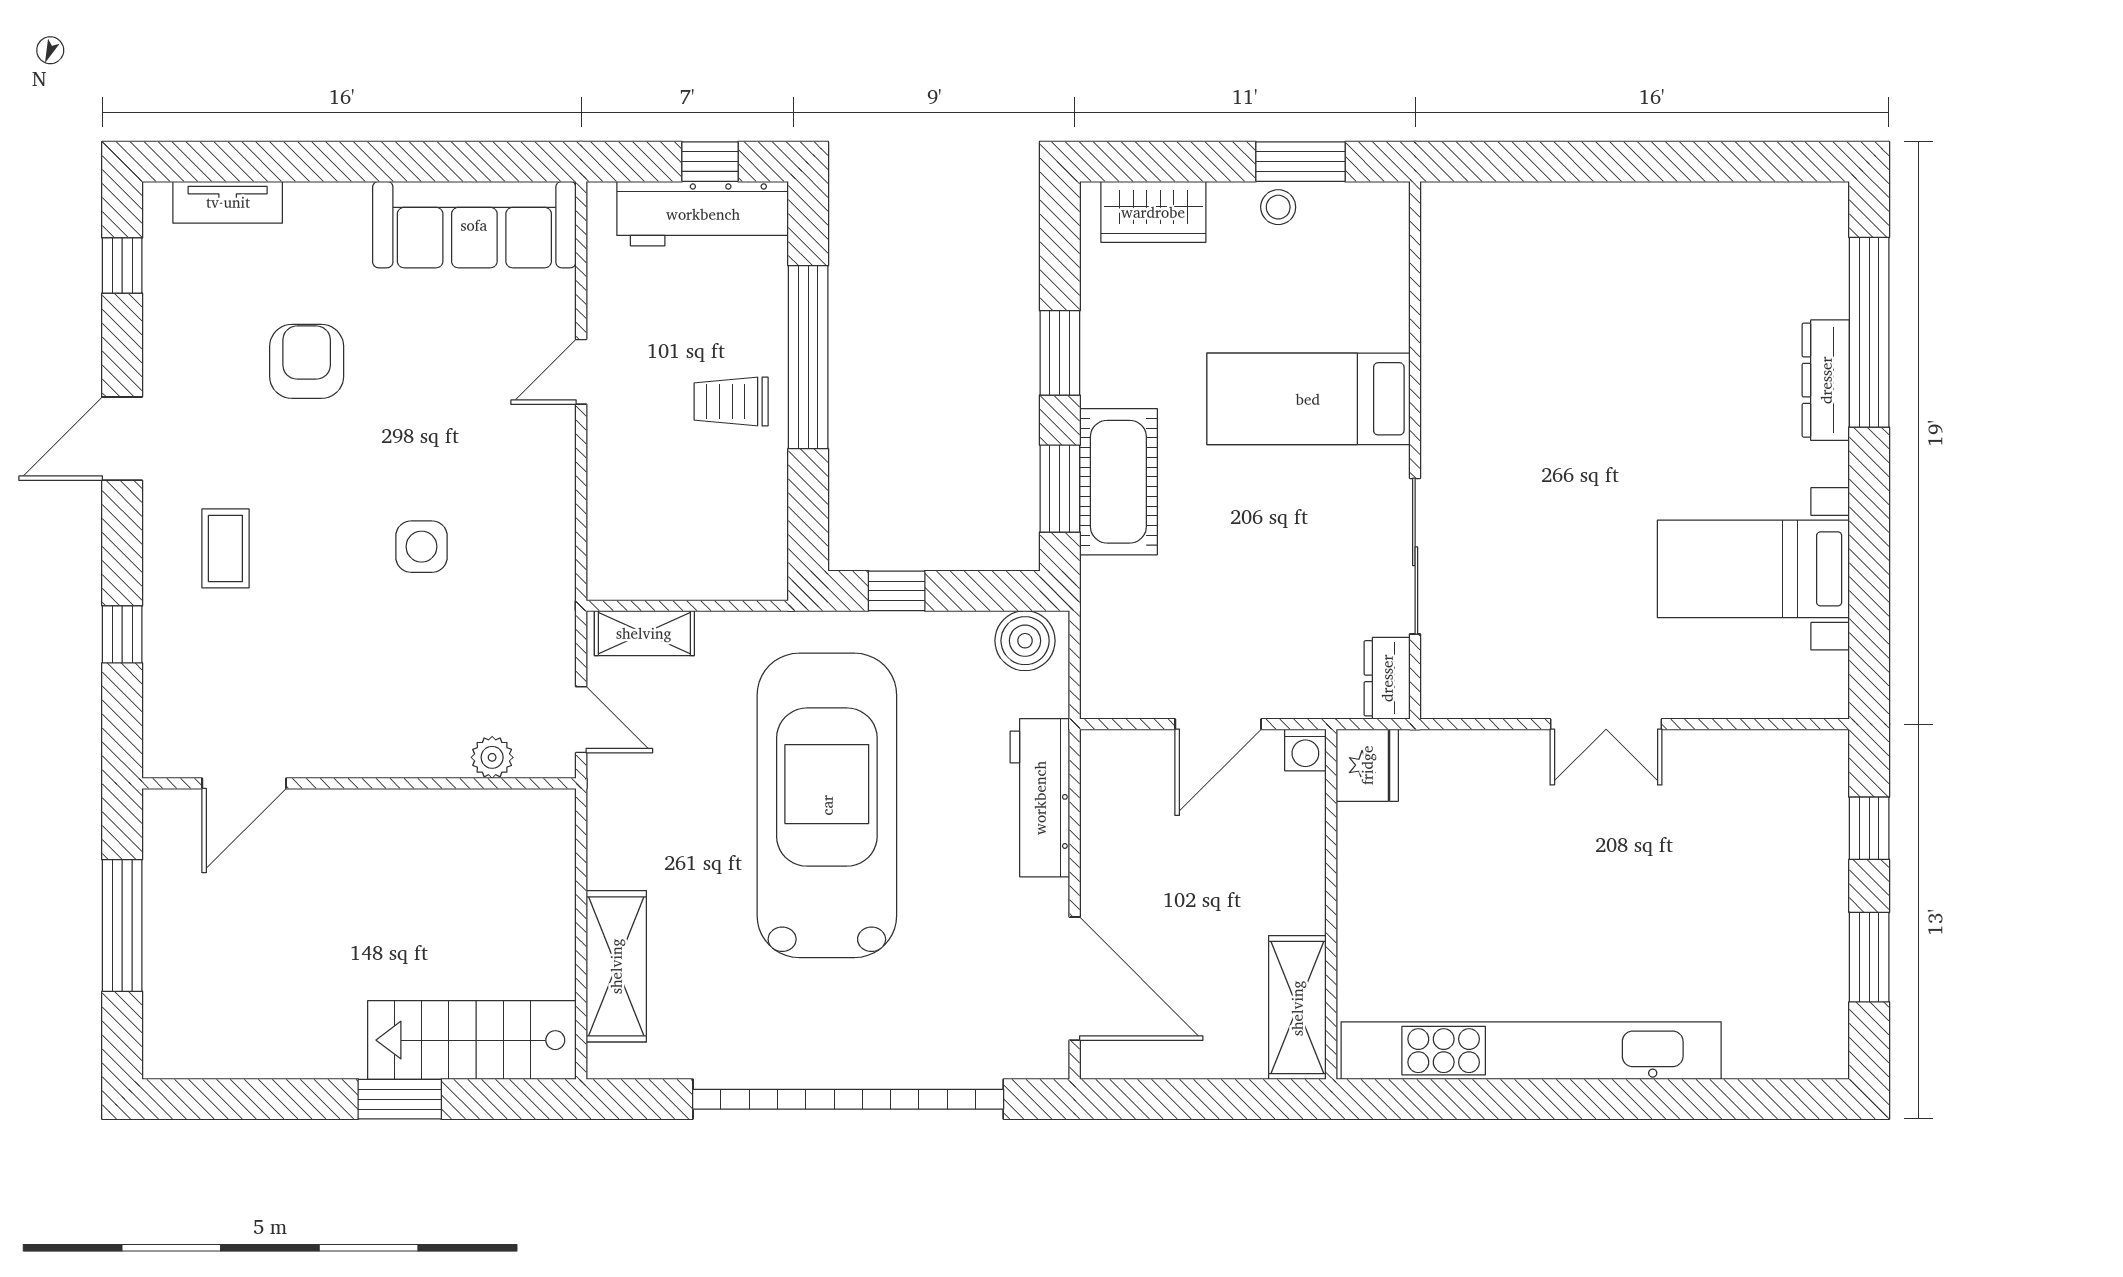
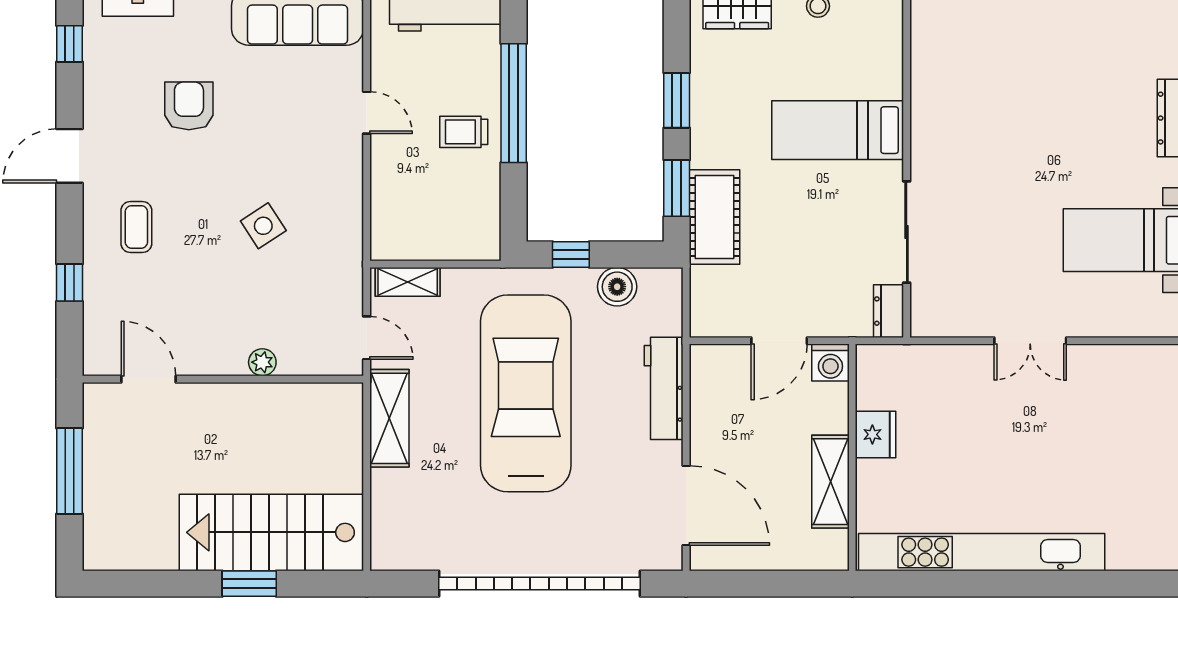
door: (581, 372) -> (367, 113), swing flipped
cot: (1118, 482) -> (715, 217), moved
side table: (421, 547) -> (263, 226), turned -33
boiler: (1025, 641) -> (617, 287), moved
washing machine: (1305, 750) -> (830, 363), width x1.38, depth x1.38
plant: (492, 757) -> (262, 362), moved
fridge: (1367, 765) -> (876, 434), moved
door: (244, 783) -> (148, 379), swing flipped
shelving: (616, 966) -> (389, 418), moved
shelving: (1297, 1008) -> (830, 482), moved
stairs: (472, 1040) -> (271, 532), width x1.36, depth x1.51

